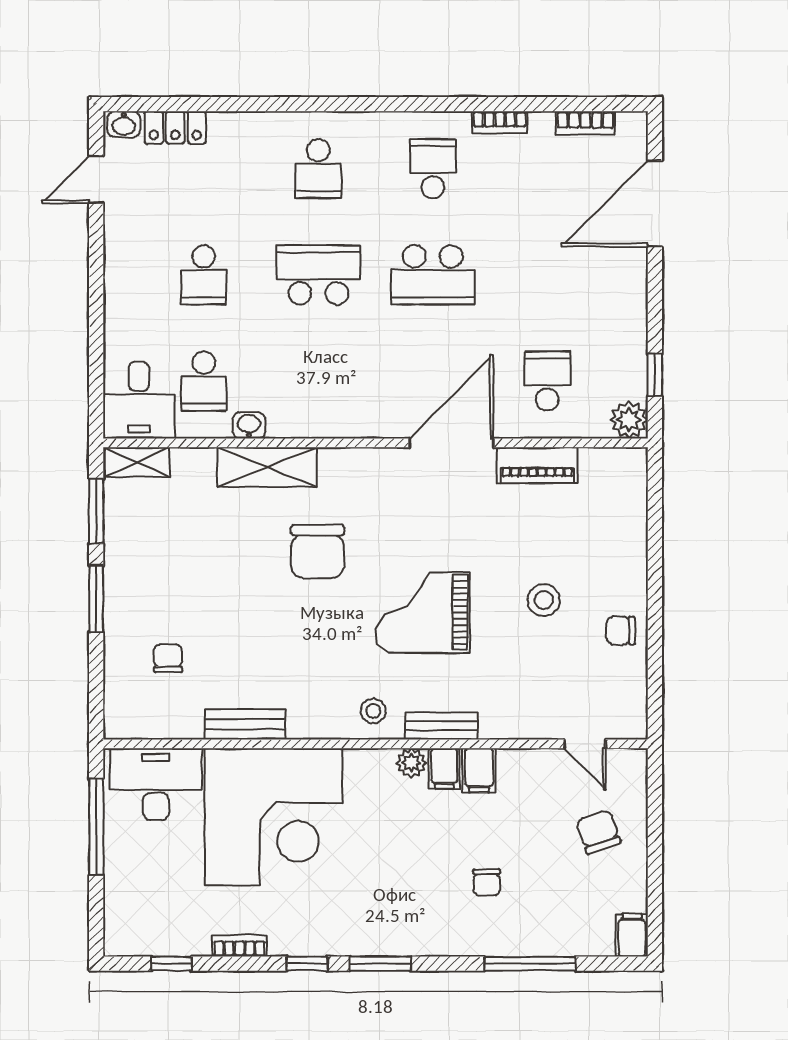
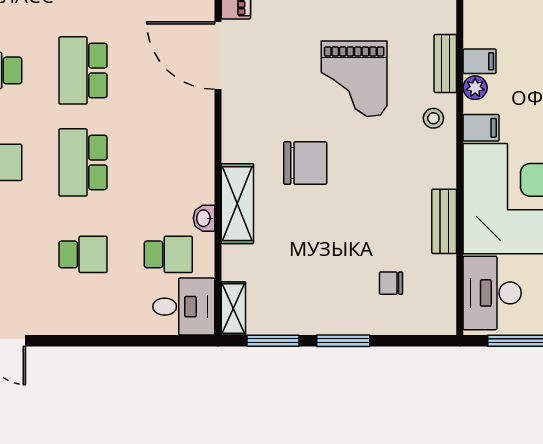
school desk: (433, 275) -> (83, 70), turned 180
filing cabinet: (479, 770) -> (481, 128), moved

